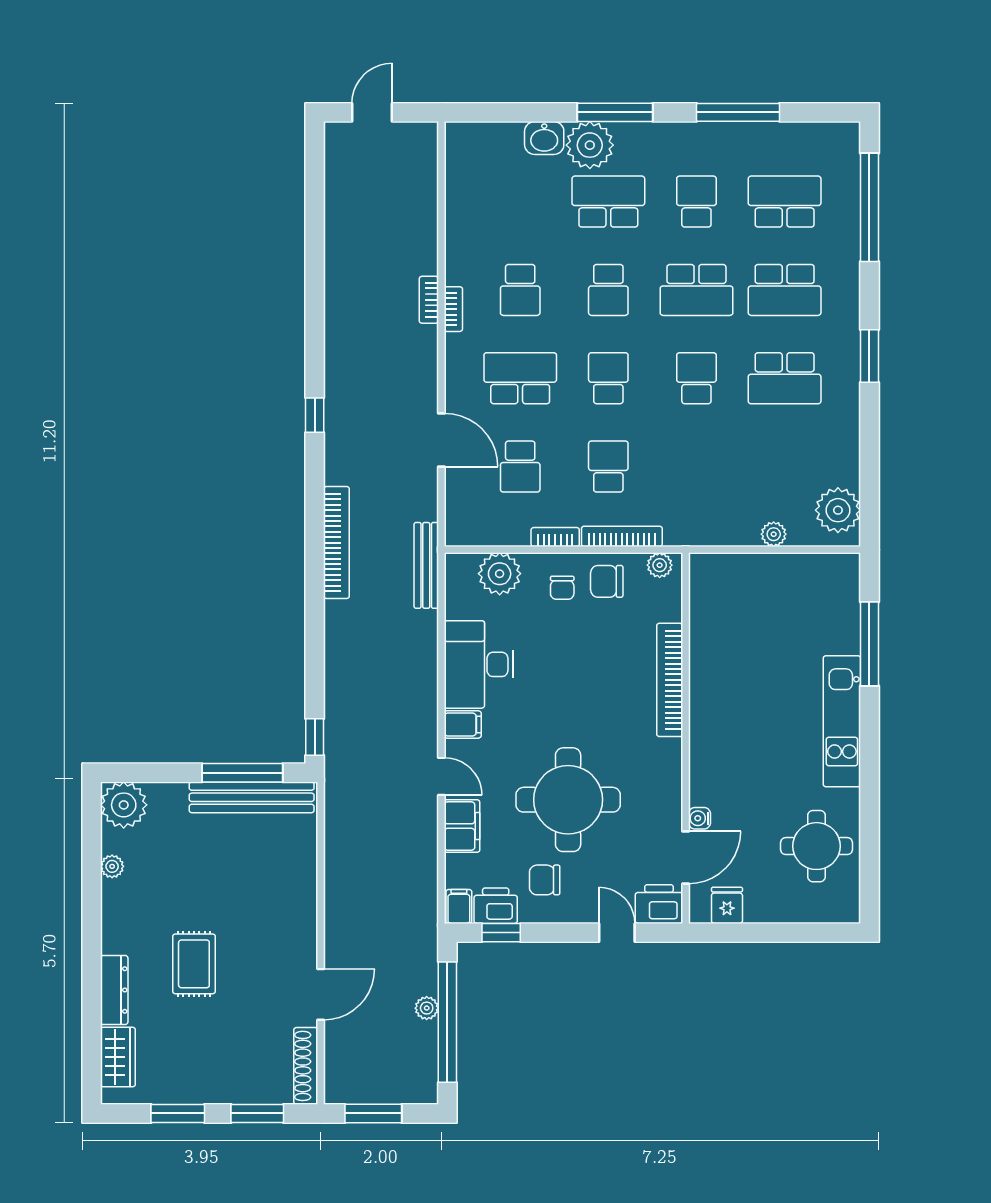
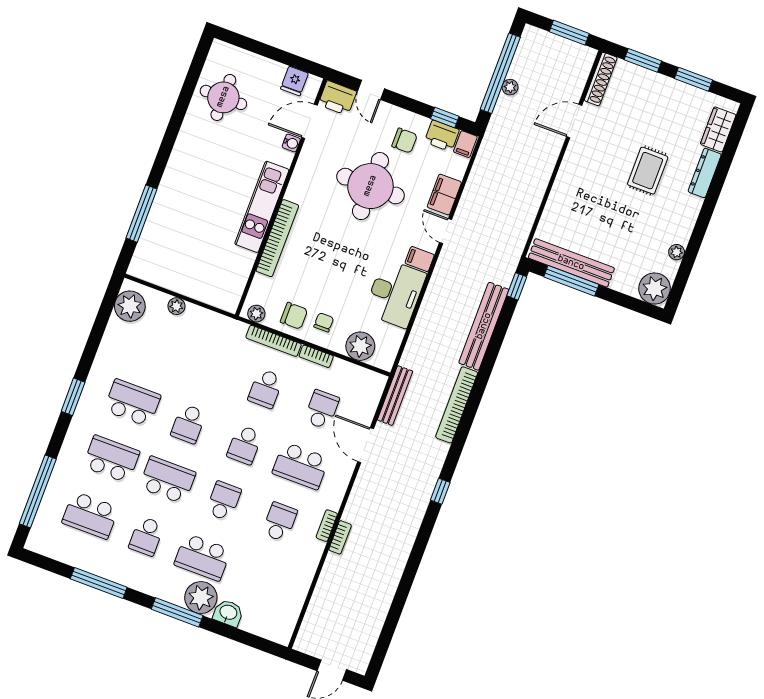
bench: (426, 565) -> (395, 396), moved
bench: (340, 665) -> (484, 326), added
kitchen unit: (842, 721) -> (262, 207), moved, turned 180

